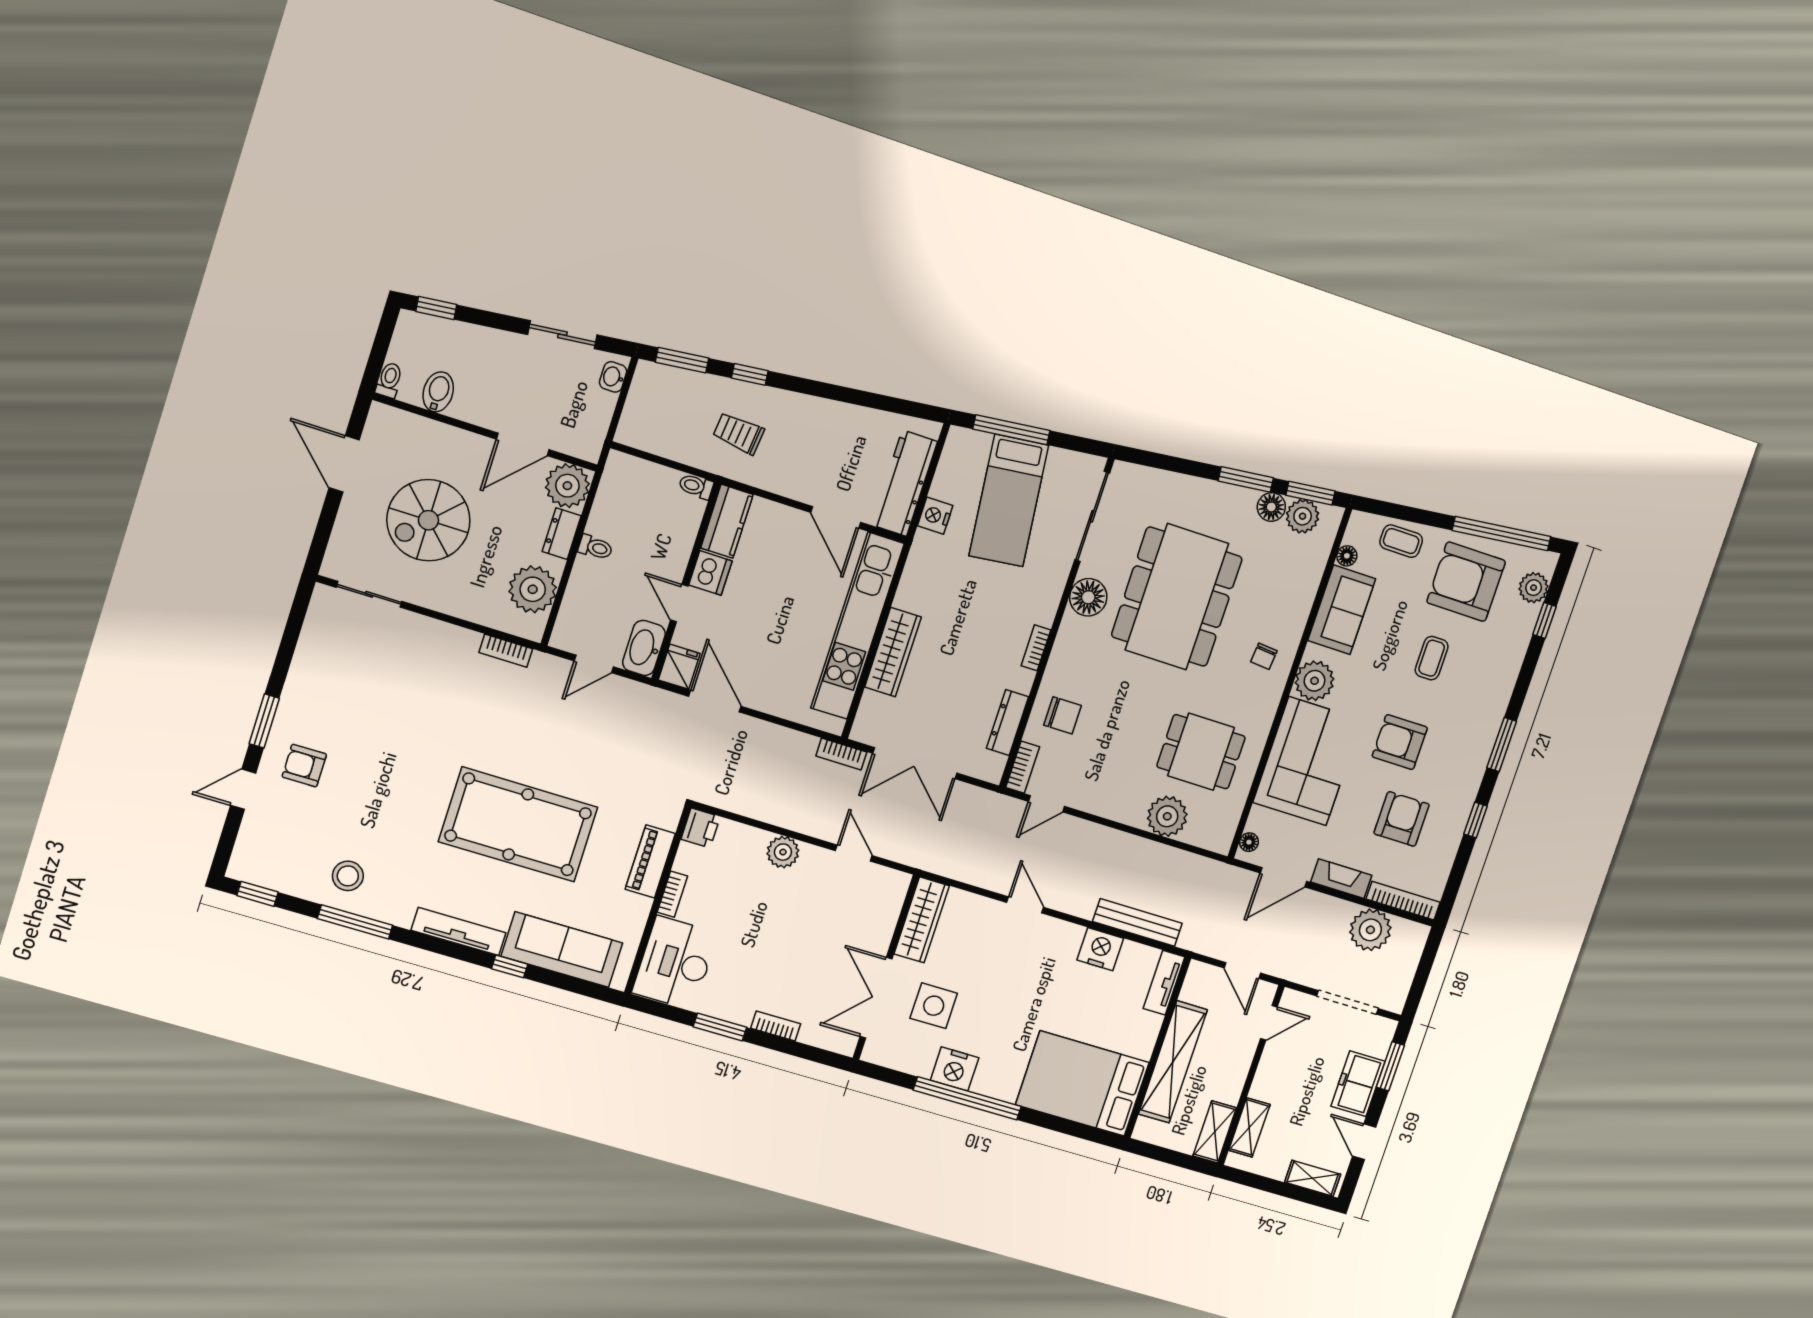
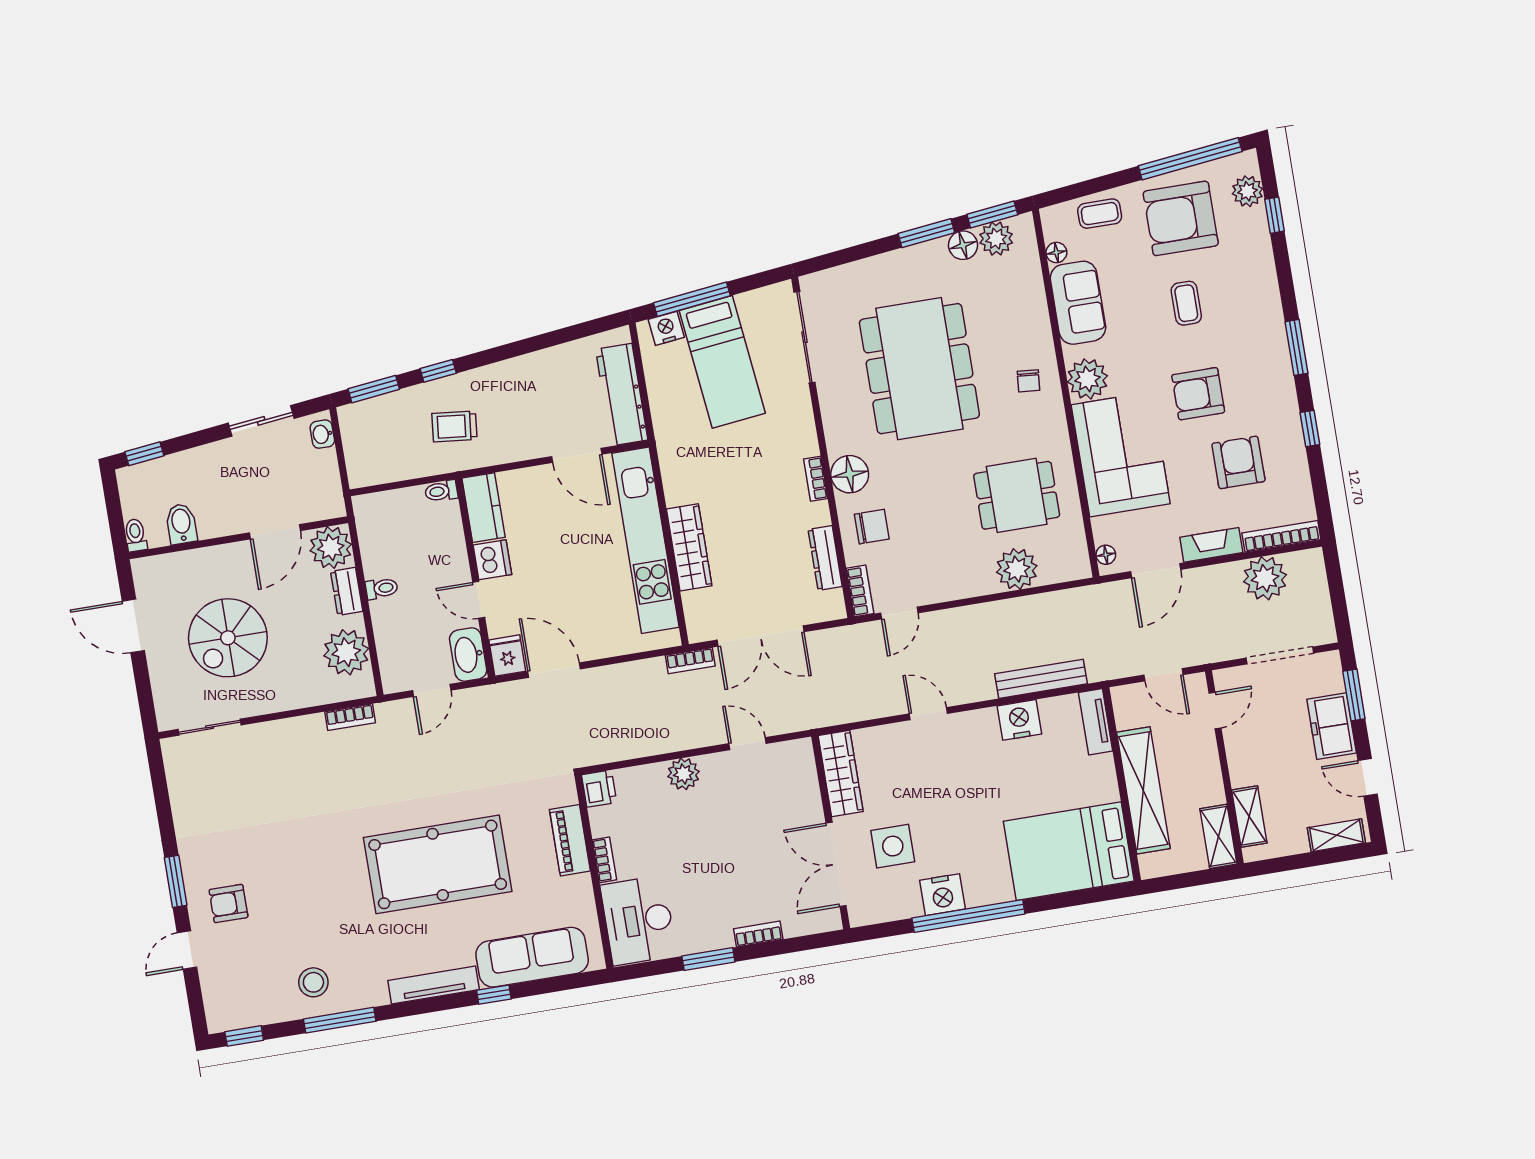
nightstand: (935, 516) -> (666, 328), moved, turned 84
floor lamp: (1088, 597) -> (850, 474), moved

